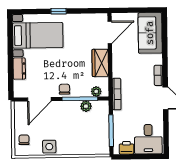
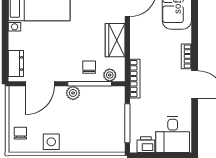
dresser: (19, 69) -> (16, 63), moved
chair: (64, 89) -> (89, 67), moved
plant: (86, 106) -> (73, 93), moved

